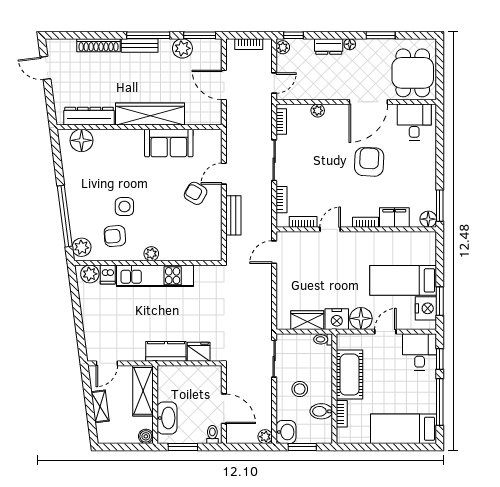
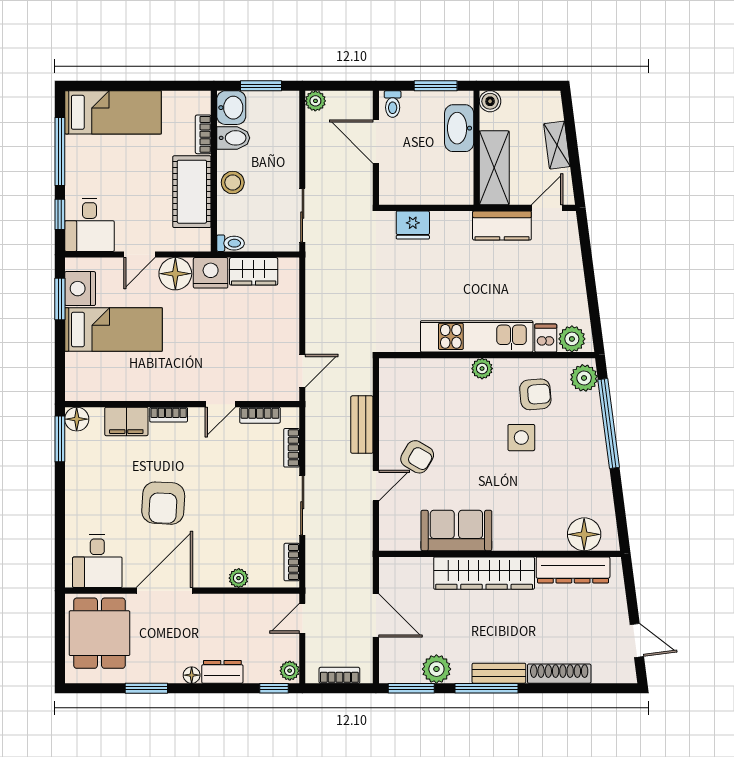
kitchen counter: (166, 351) -> (502, 225), moved
stool: (300, 389) -> (233, 182), moved
washbasin: (286, 432) -> (231, 108), moved, turned 180

